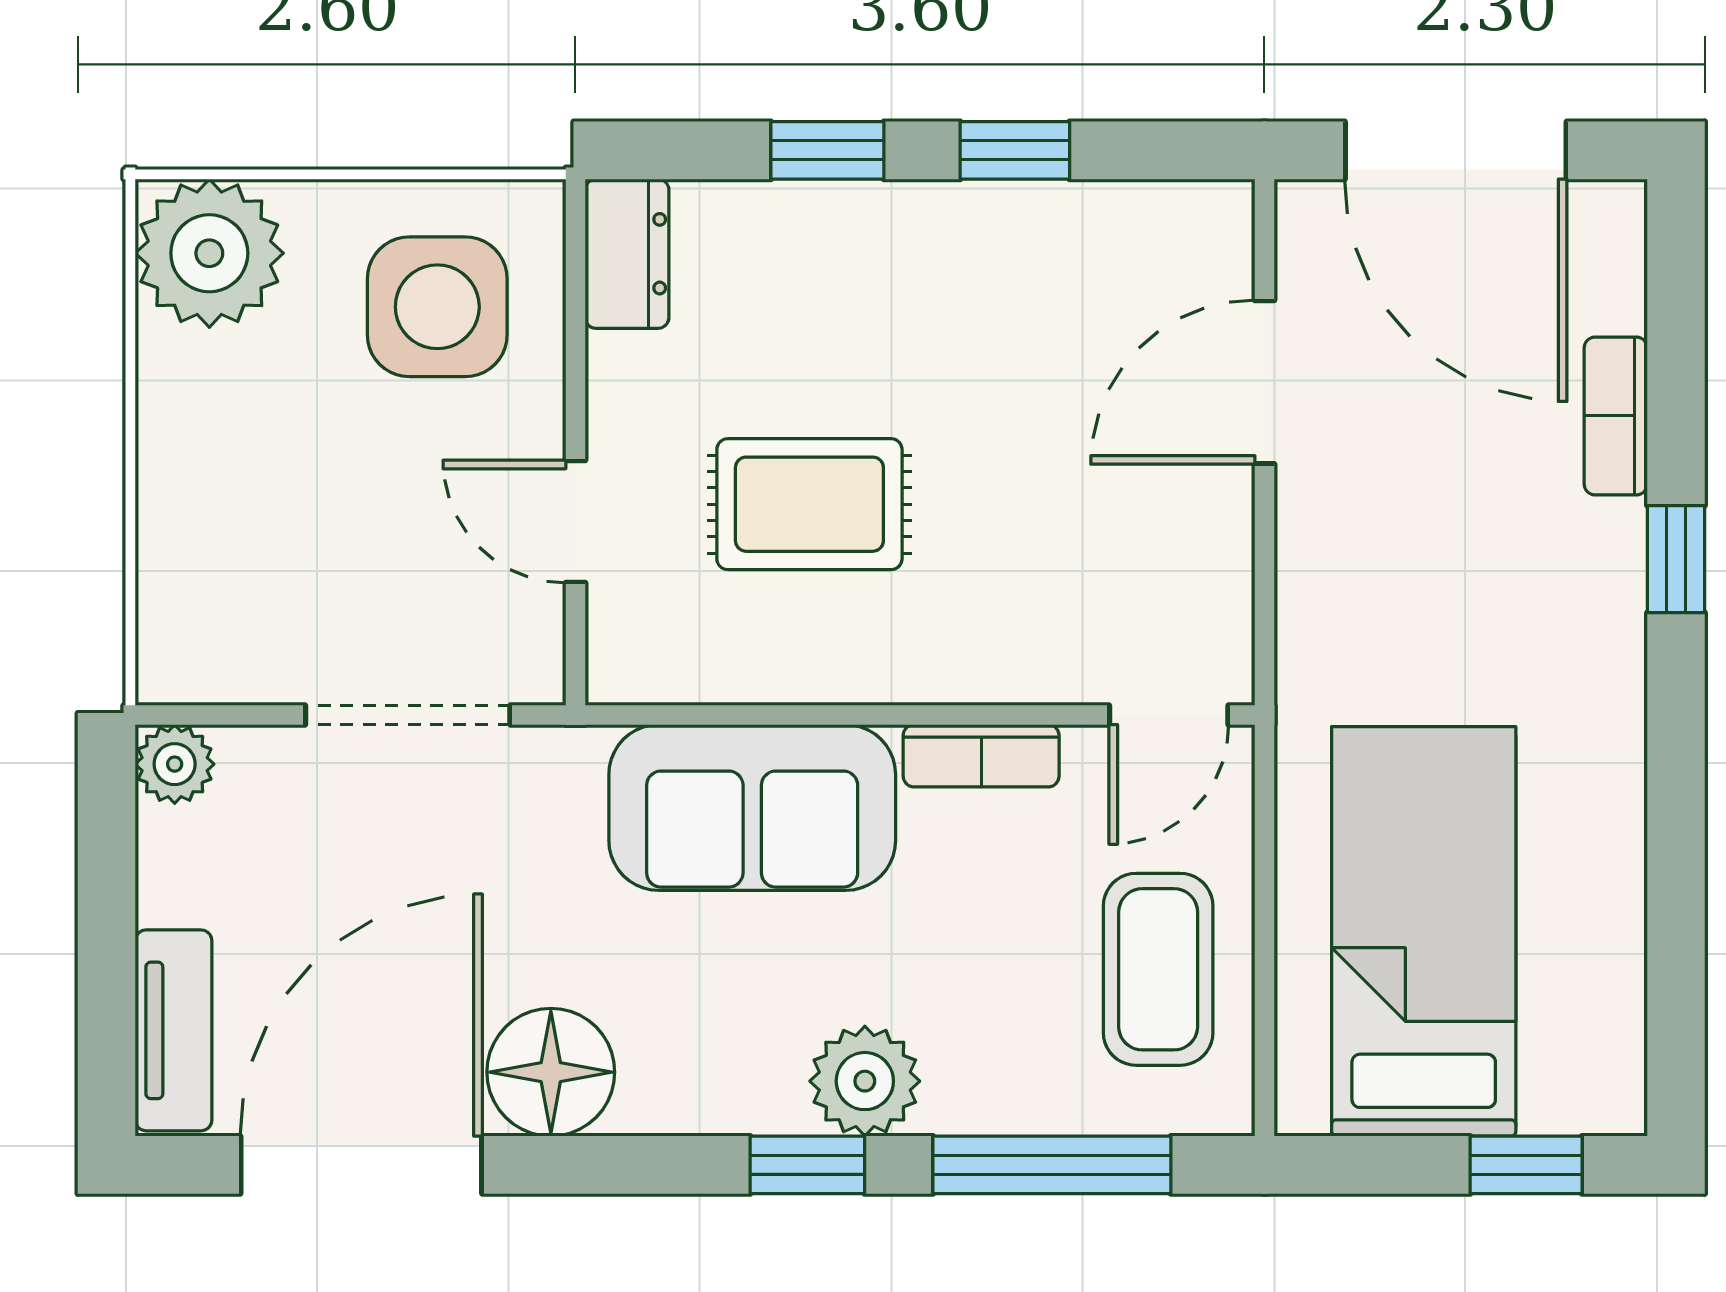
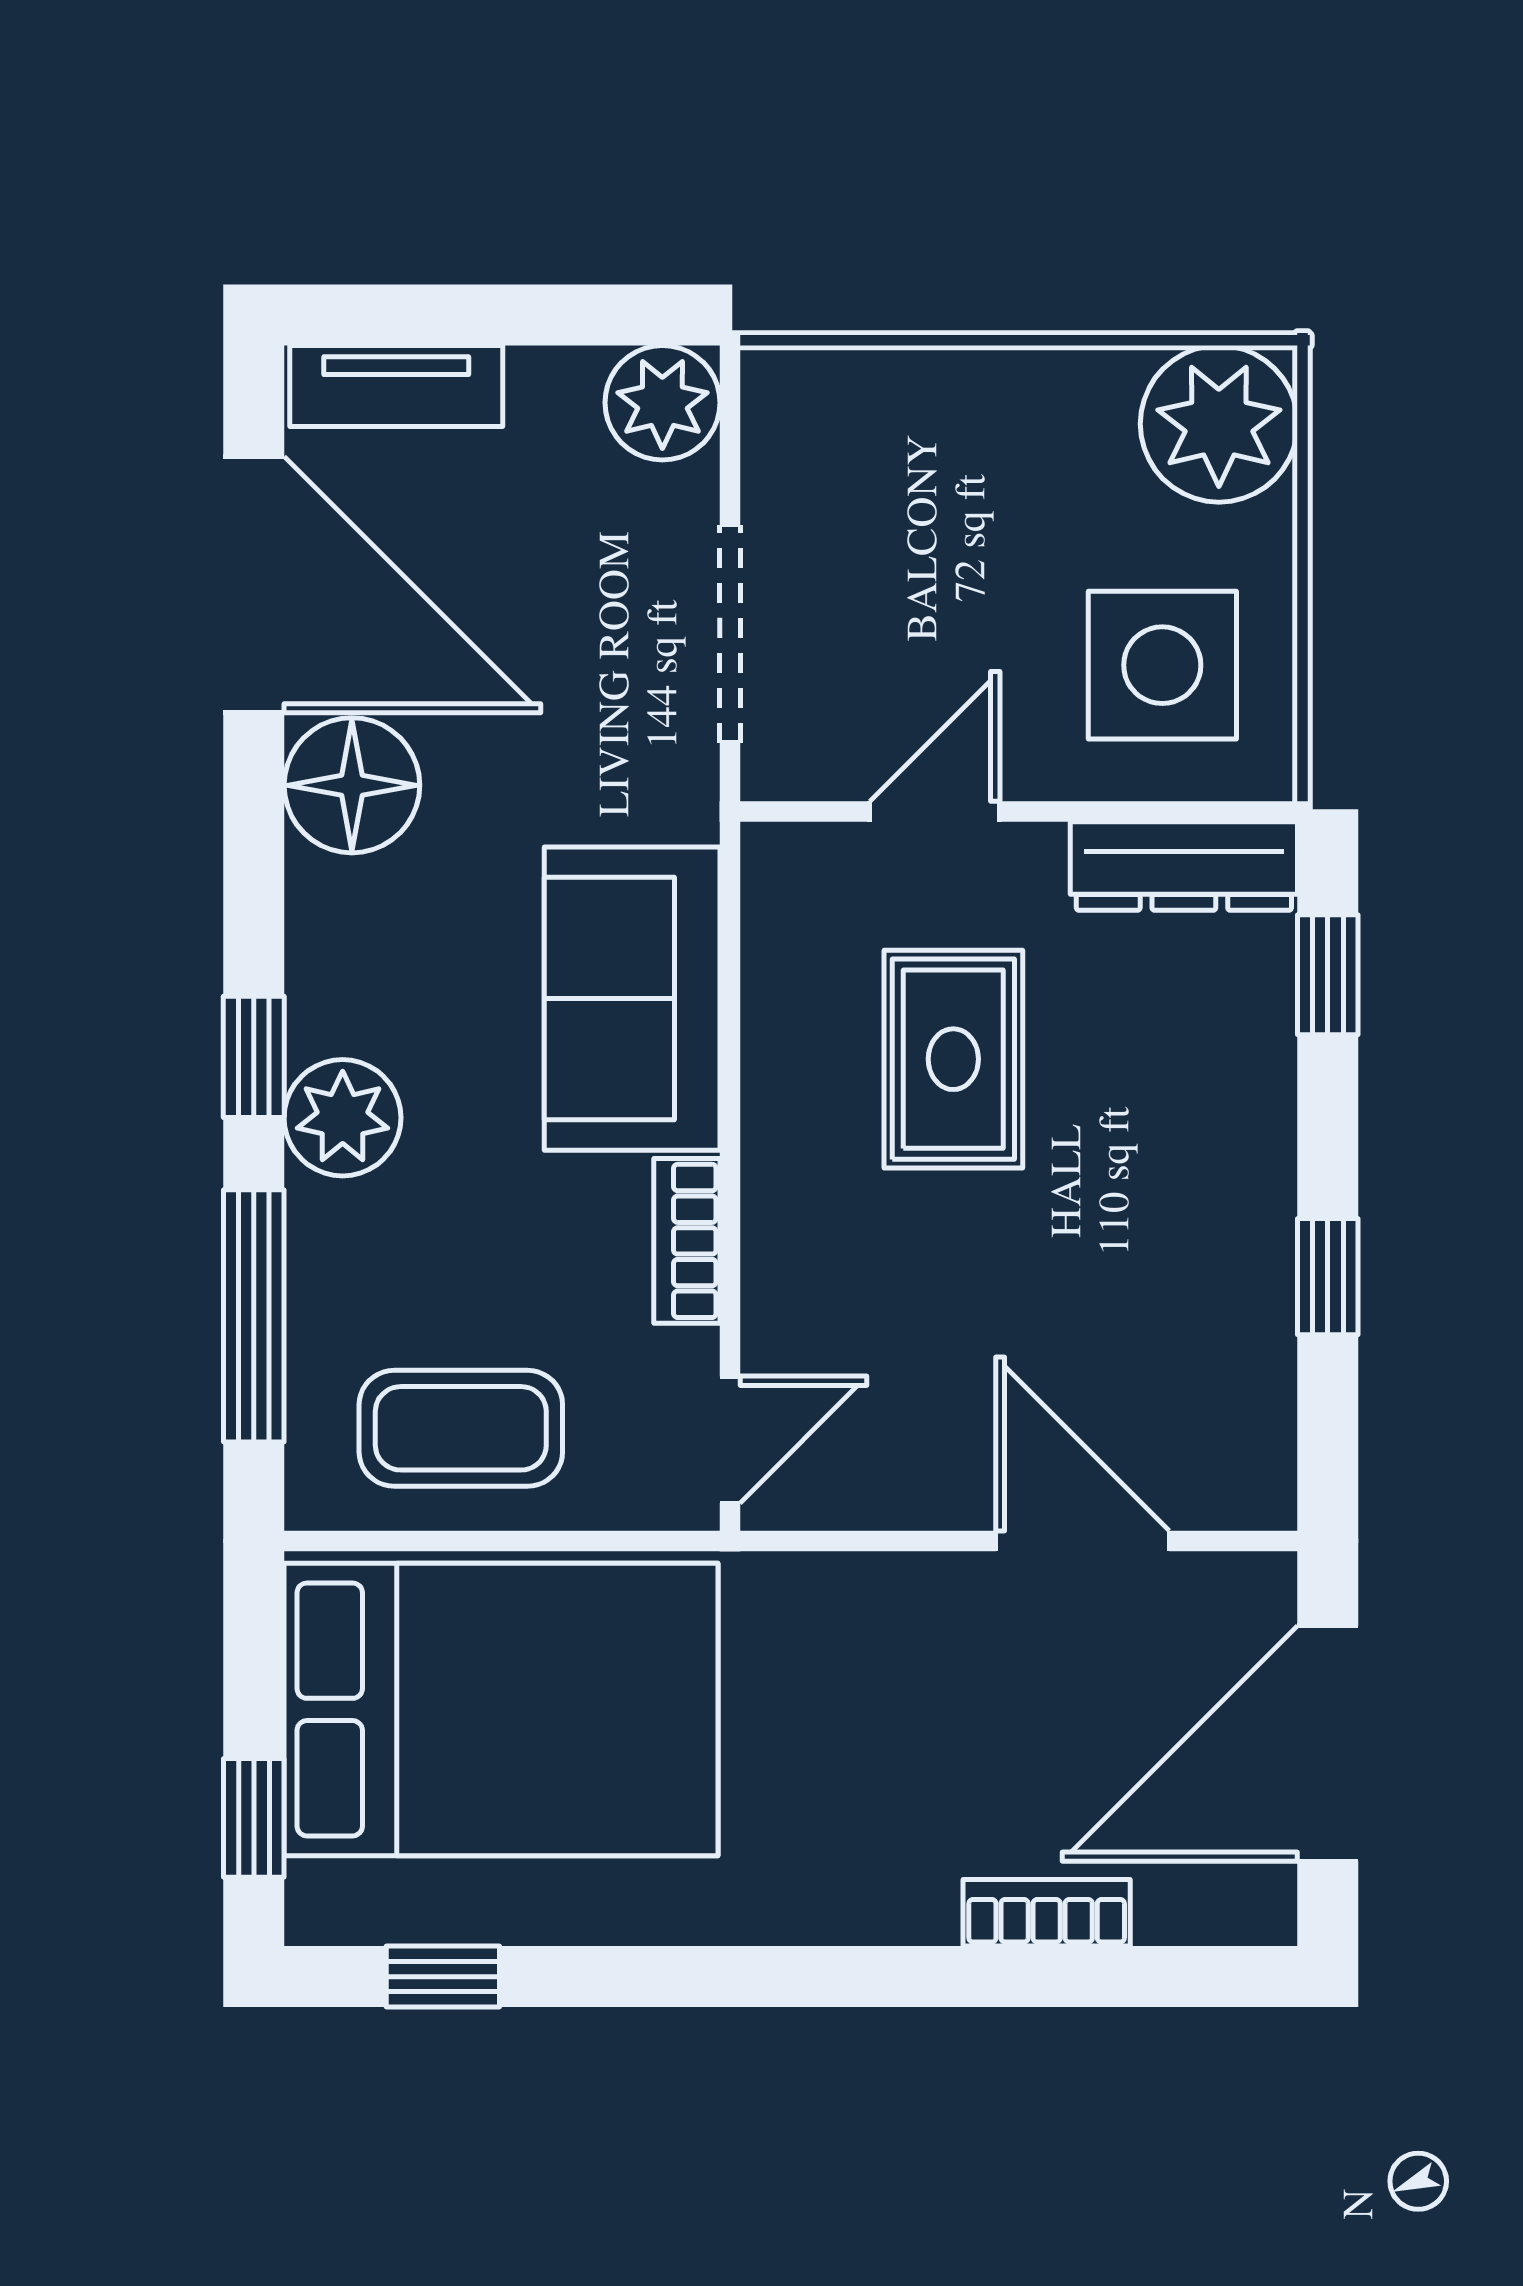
window: (827, 150) -> (1328, 975), moved
dresser: (627, 254) -> (1184, 866), width x1.44
window: (1676, 559) -> (443, 1977), moved
door: (1169, 715) -> (730, 1440), swing flipped
plant: (175, 764) -> (662, 403), width x1.38, depth x1.38
bed: (1424, 931) -> (501, 1709), width x1.50

